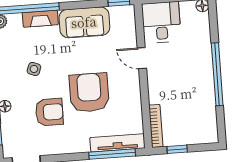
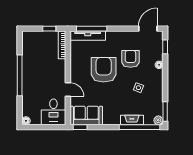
sofa: (84, 22) -> (86, 116), moved
armchair: (89, 93) -> (104, 70), turned 180
armchair: (49, 112) -> (130, 59), turned 90

